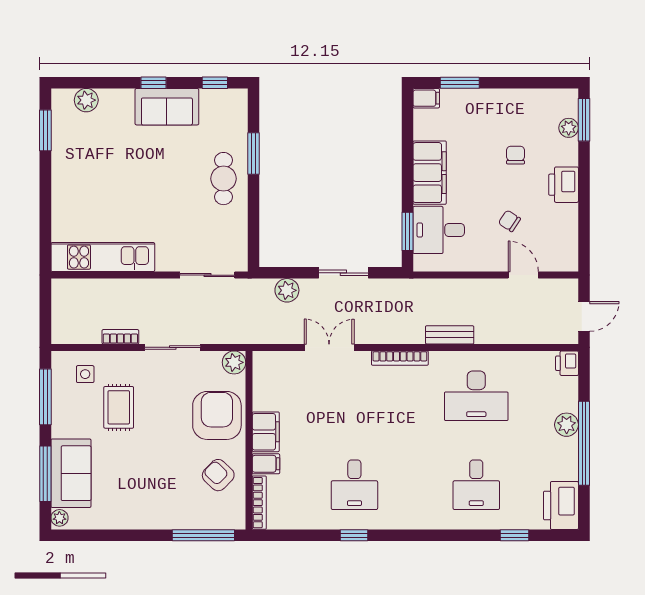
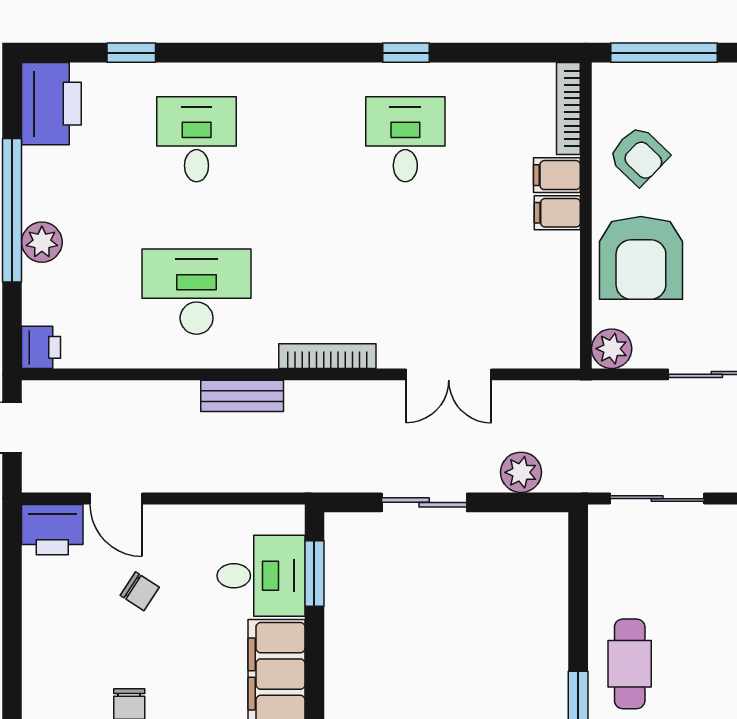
printer: (564, 185) -> (52, 530), moved, turned 90
filing cabinet: (266, 432) -> (557, 213), width x0.50

